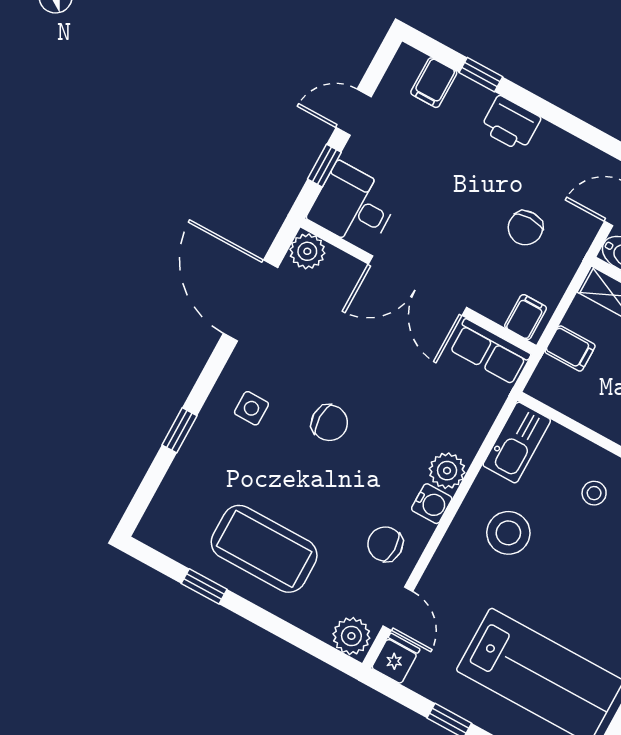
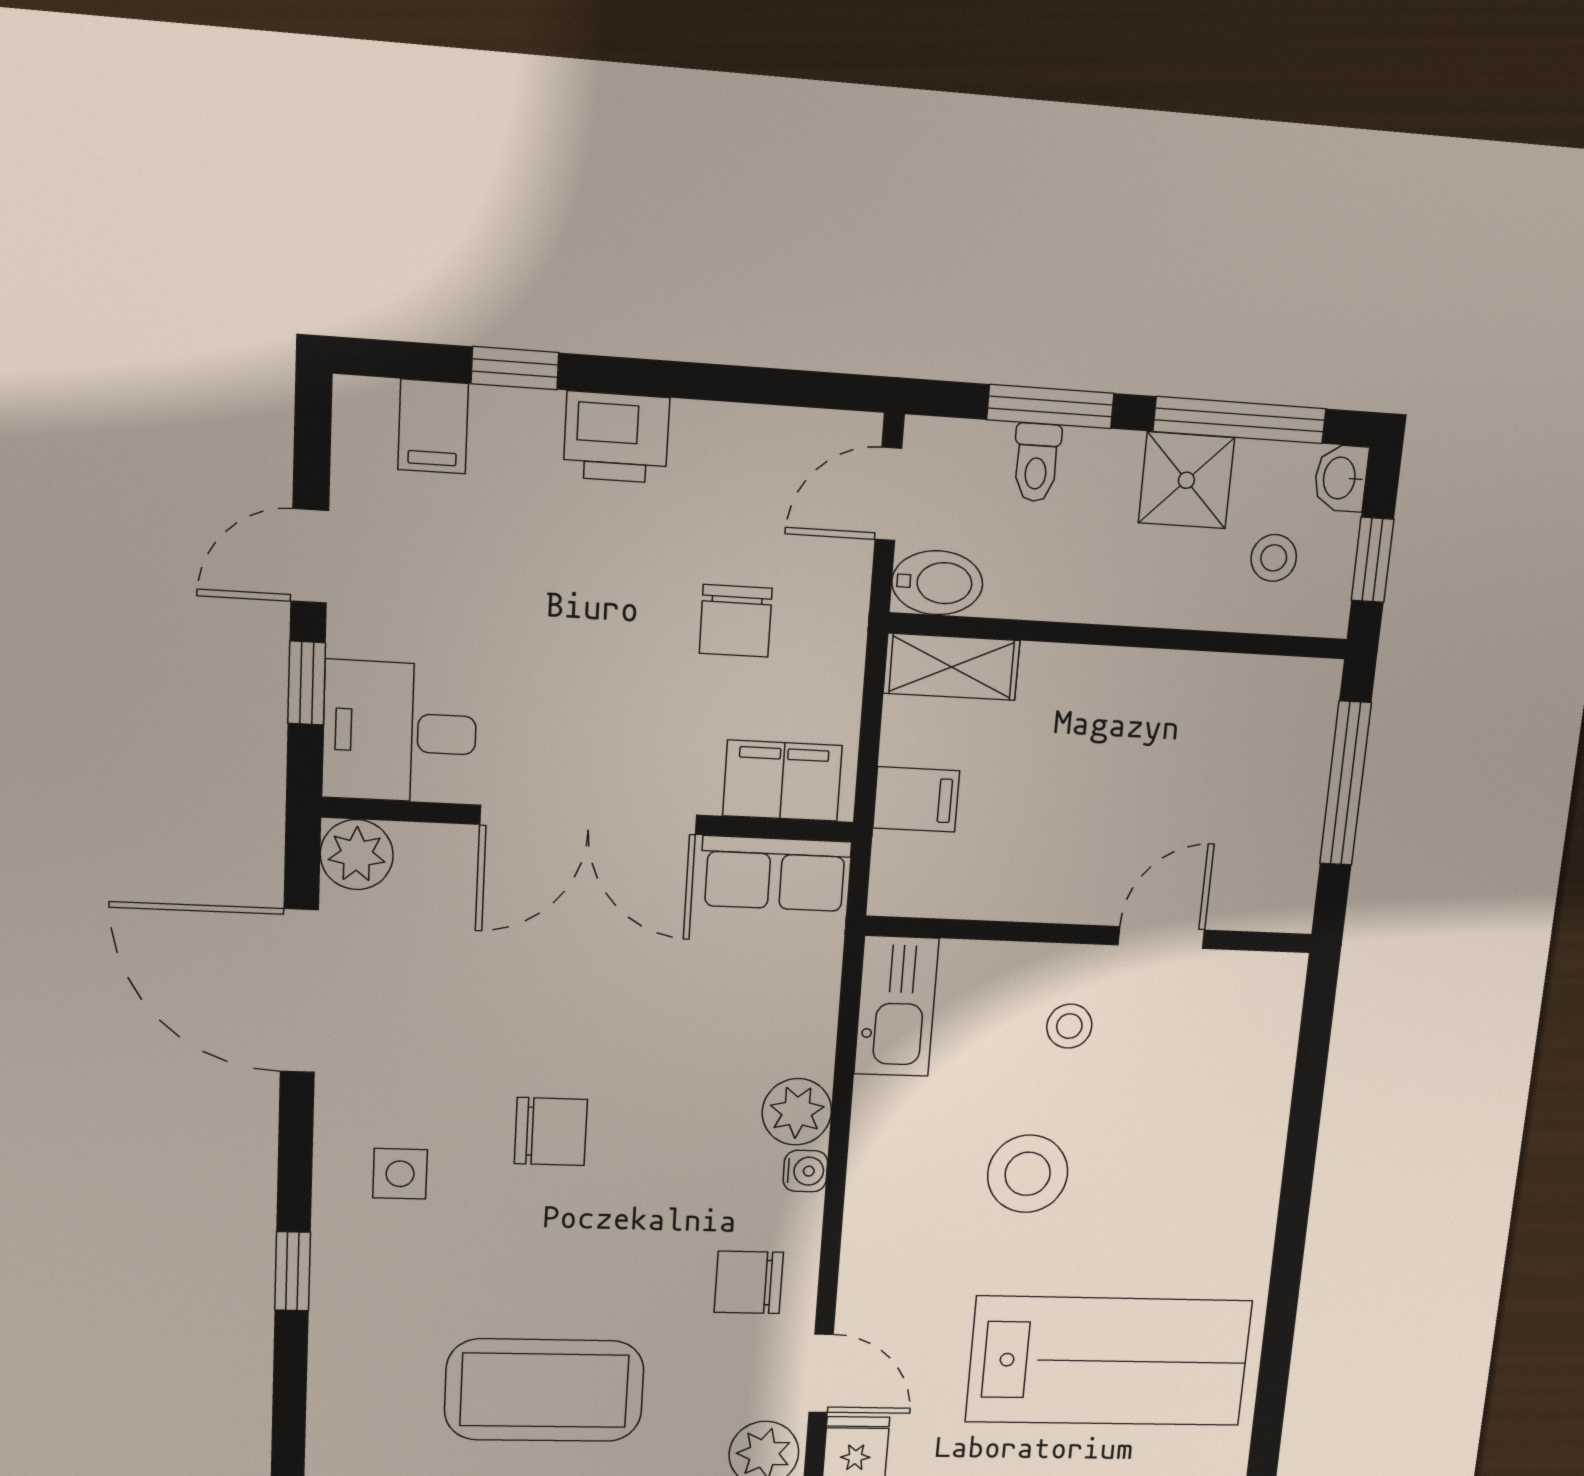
filing cabinet: (526, 317) -> (782, 781), width x2.00
water cooler: (432, 504) -> (805, 1171), width x0.72, depth x0.72
stool: (508, 533) -> (1028, 1174), moved

